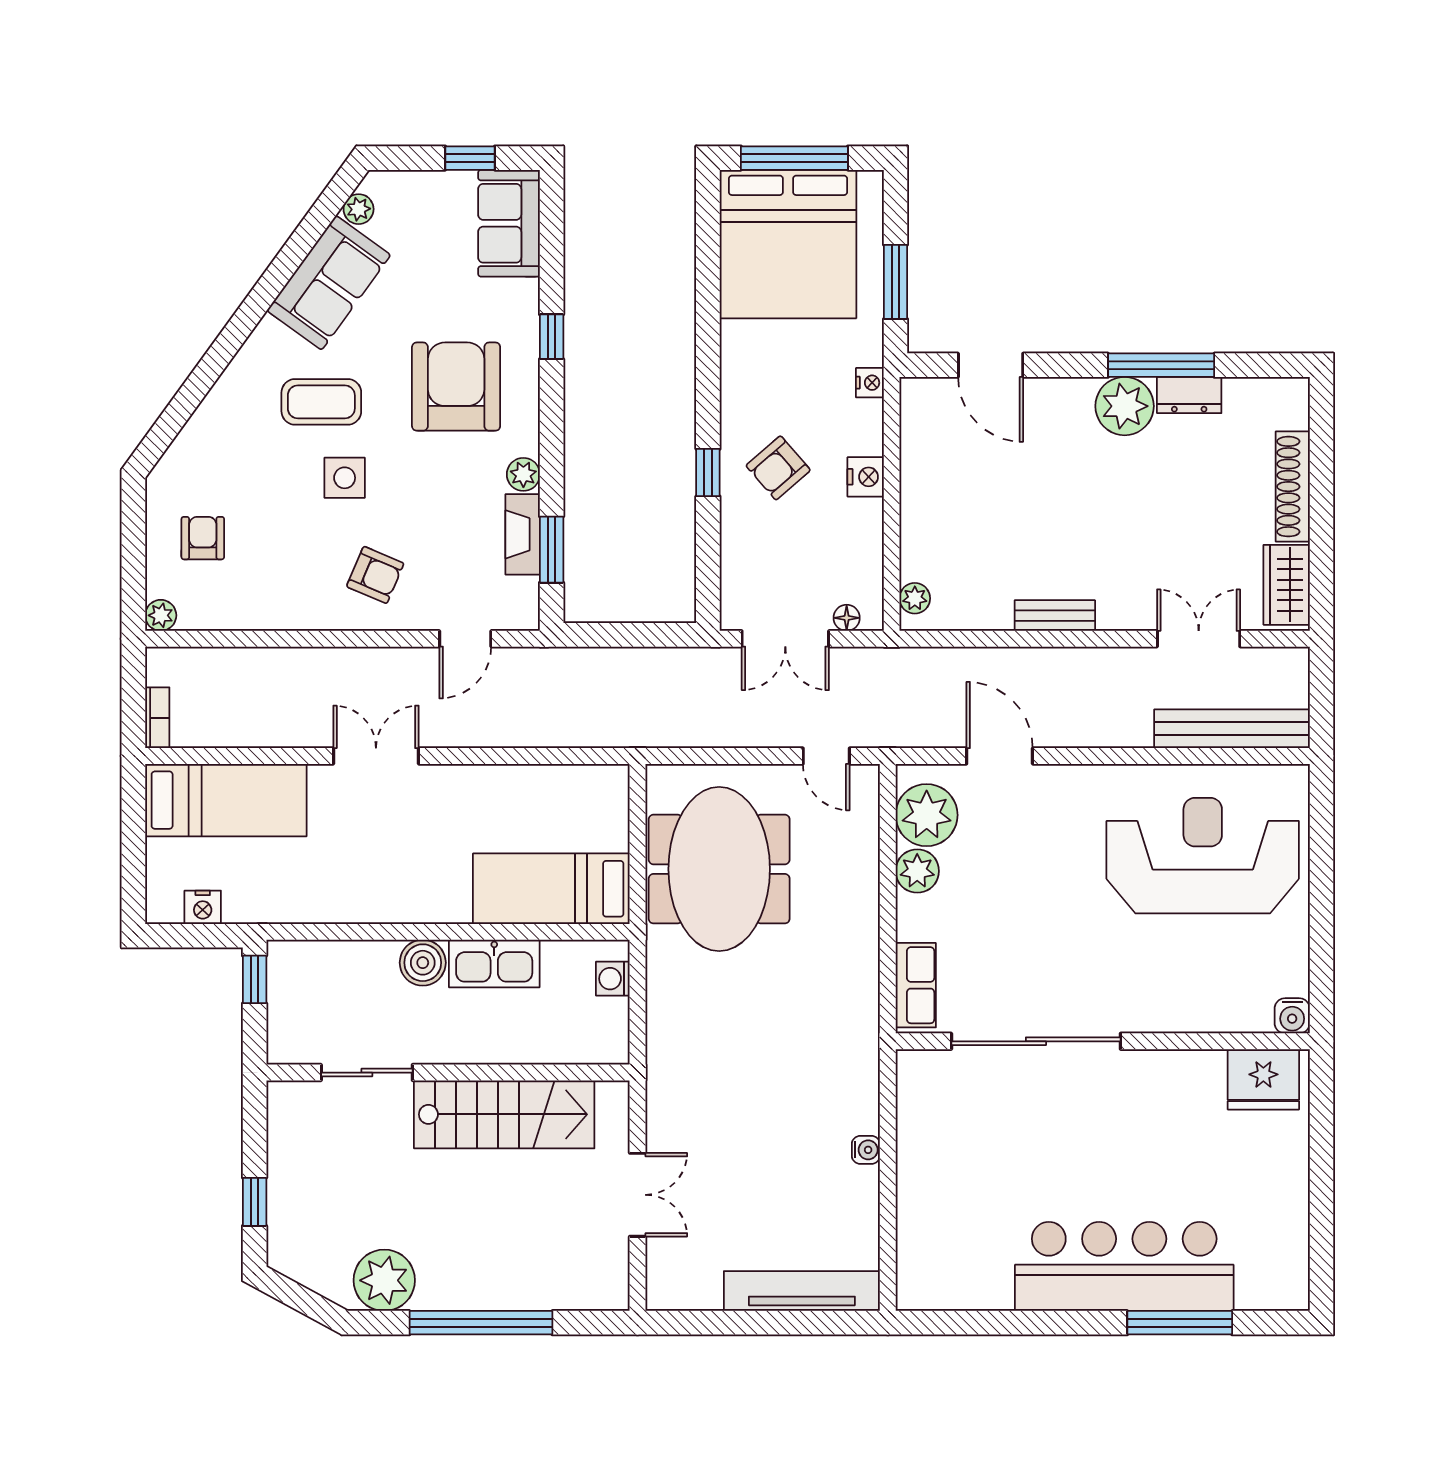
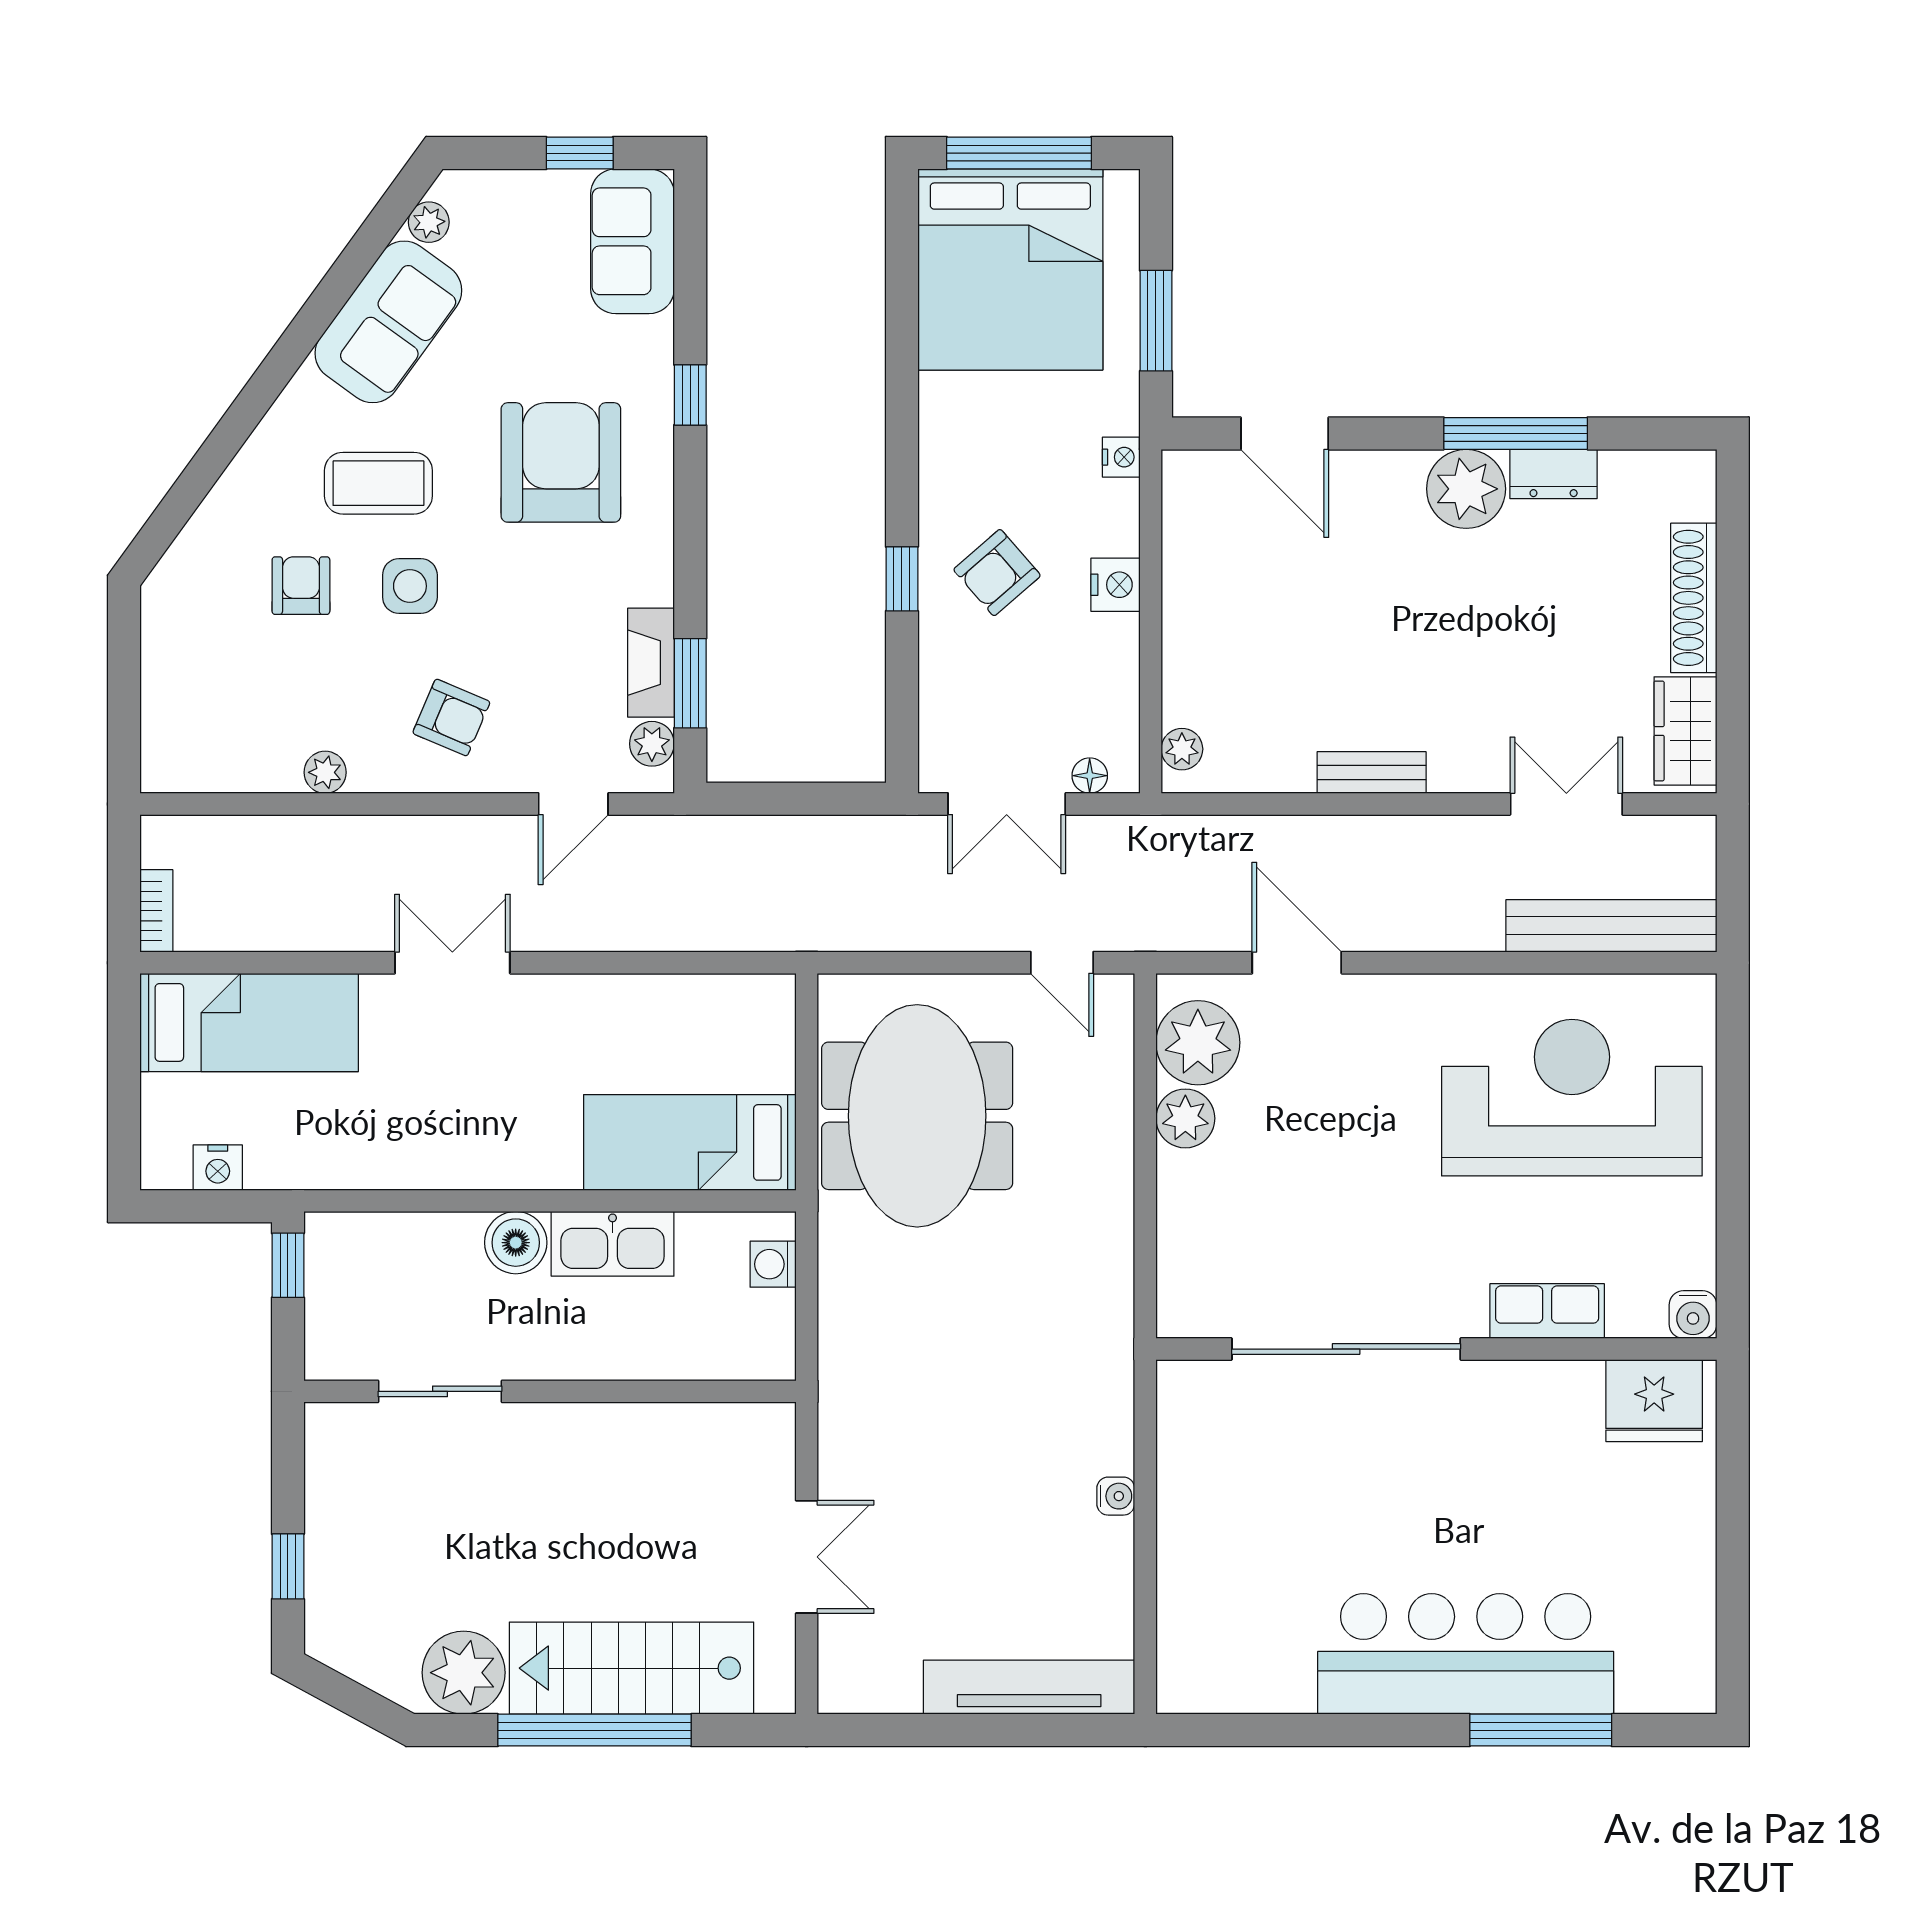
plant: (523, 474) -> (652, 744), moved
armchair: (203, 538) -> (301, 586), moved
plant: (161, 615) -> (325, 772), moved
row of seats: (916, 985) -> (1547, 1311), moved, turned -90
stairs: (504, 1114) -> (632, 1668), moved, turned 180

